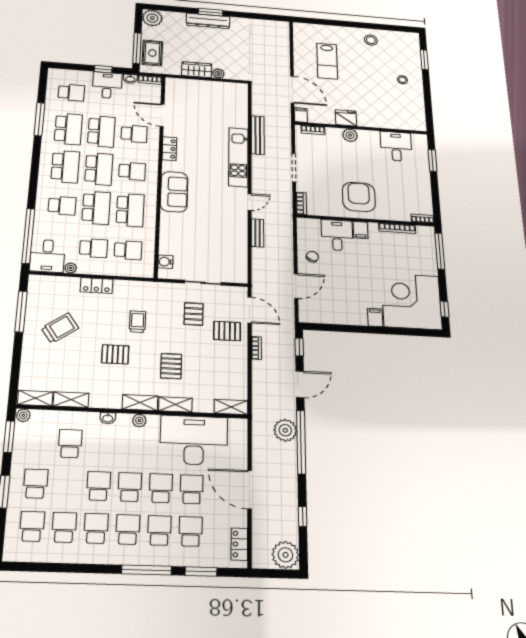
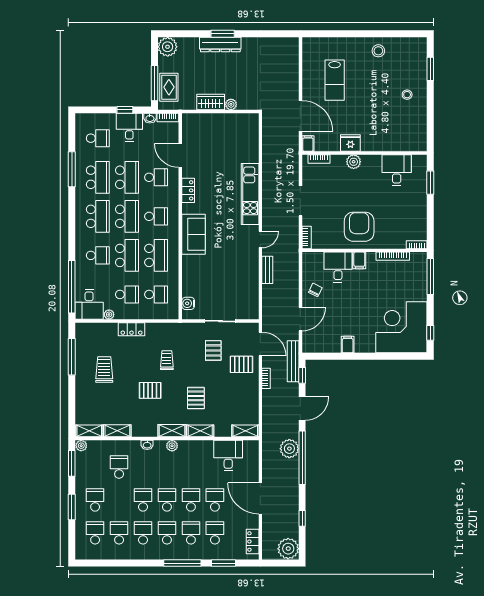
bench: (258, 135) -> (293, 361), moved
filing cabinet: (375, 317) -> (348, 344), moved
trolley: (60, 328) -> (104, 370), turned -55
desk: (194, 440) -> (228, 455), width x0.53, depth x0.77

